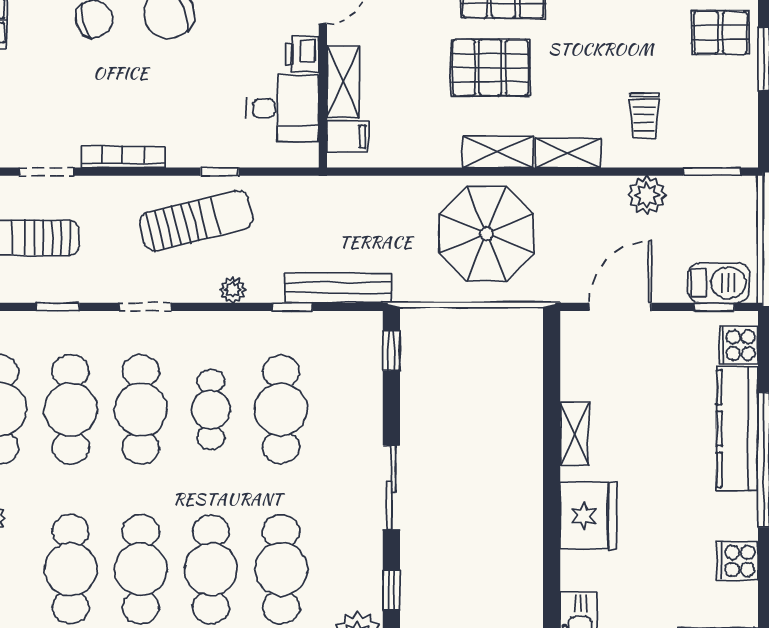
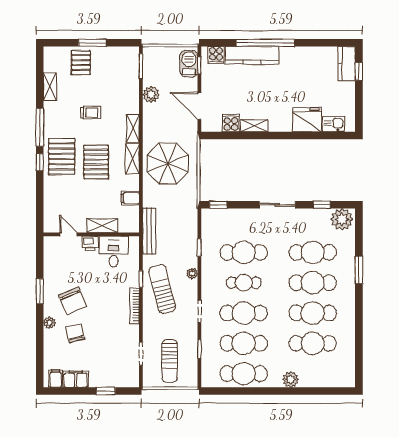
trolley: (644, 116) -> (91, 113), moved
filing cabinet: (348, 137) -> (130, 198), moved, turned -90
bookcase: (123, 157) -> (135, 306), moved
bench: (338, 288) -> (149, 231), moved
fridge: (588, 516) -> (307, 120), moved
cooker: (737, 561) -> (231, 123), moved, turned 180

